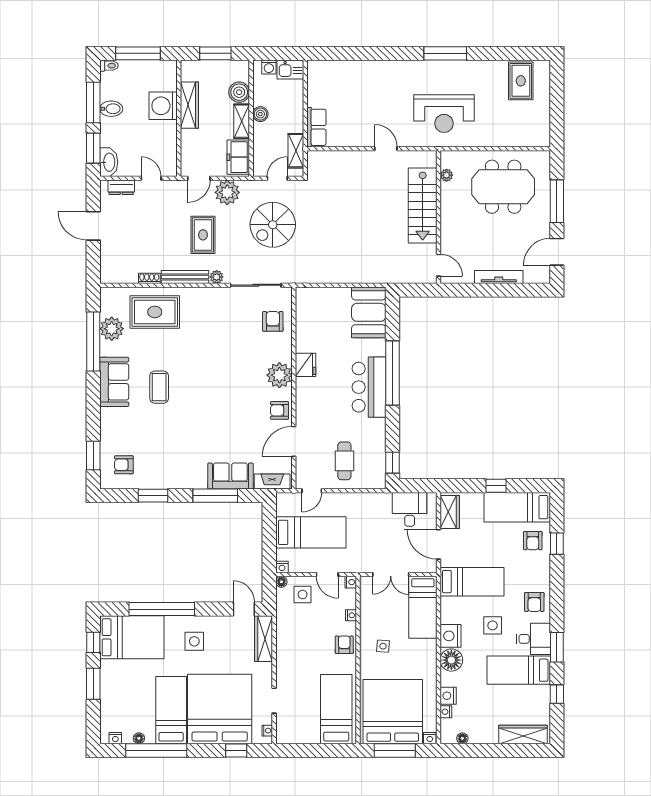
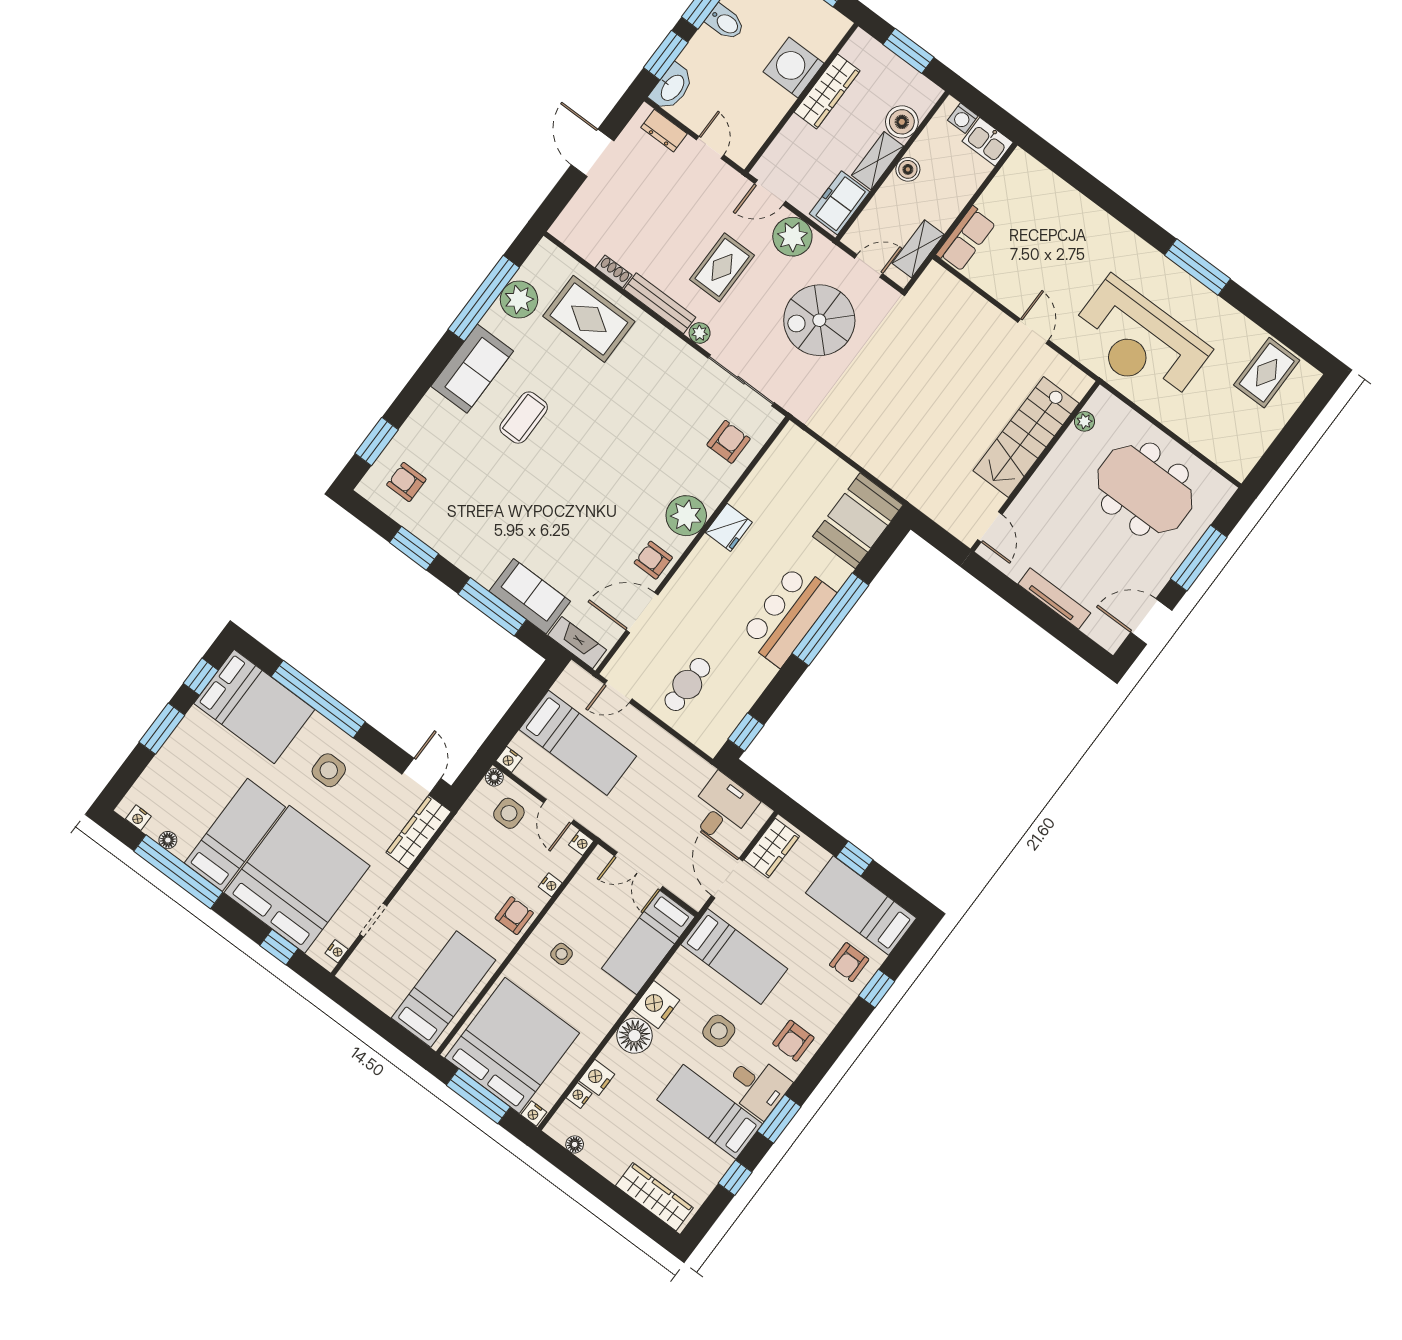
reception desk: (444, 114) -> (1139, 341), width x1.36, depth x1.30

